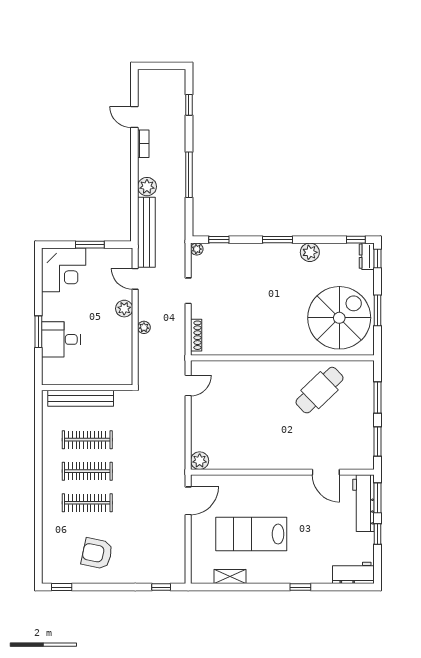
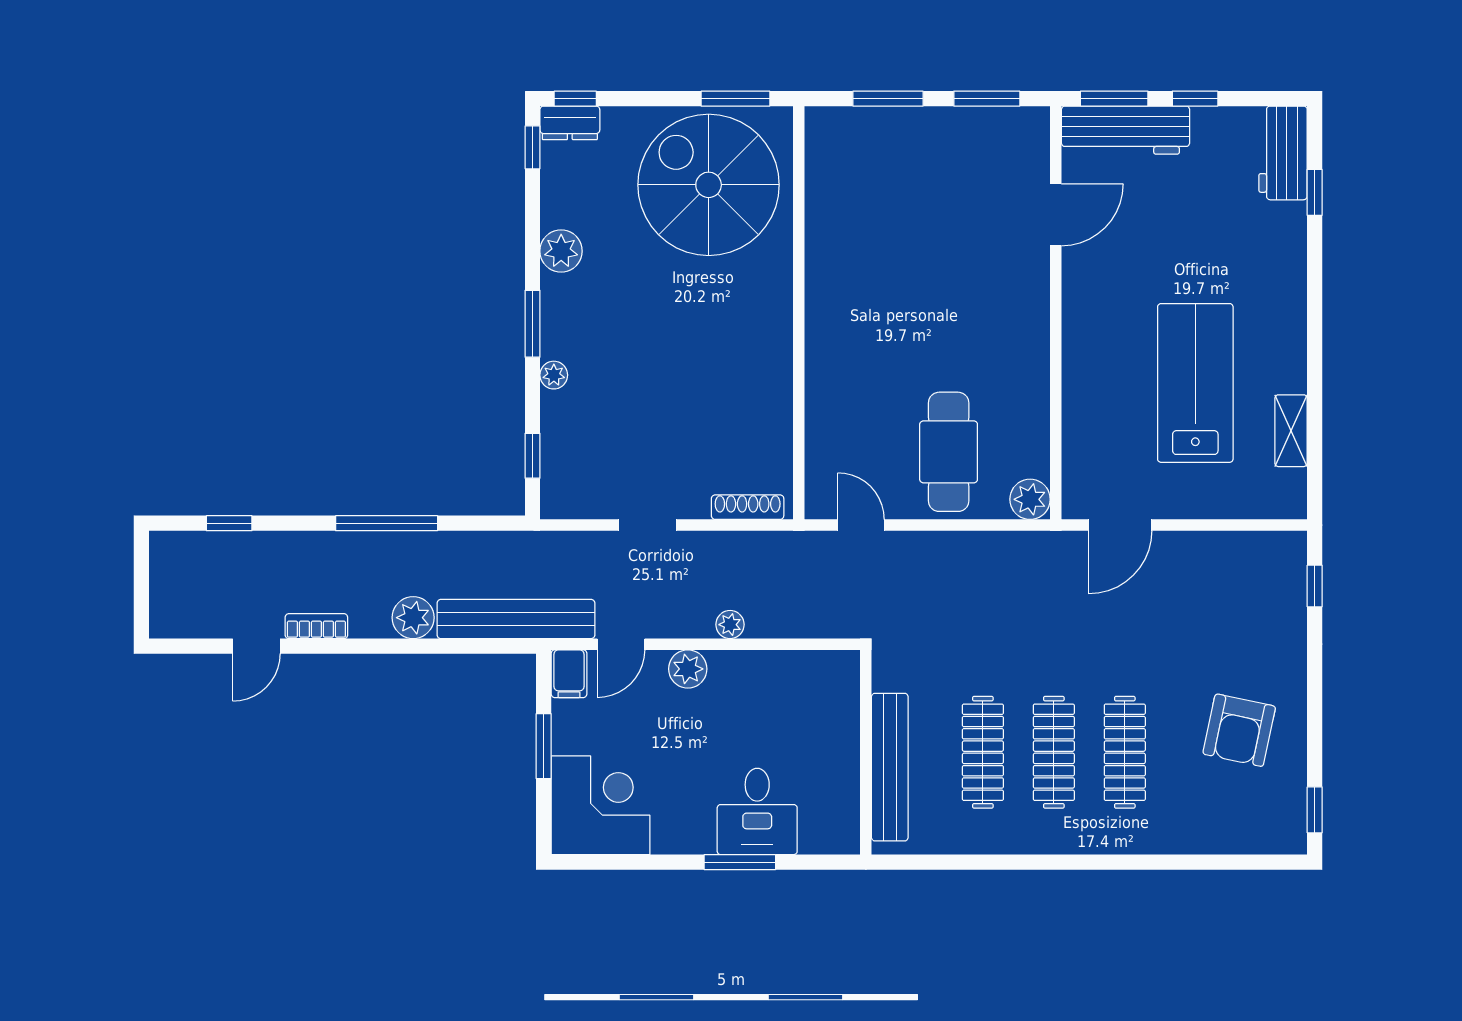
plant: (197, 249) -> (554, 375), moved
filing cabinet: (122, 256) -> (569, 674), added
window: (378, 310) -> (736, 99), moved
cafe table: (320, 390) -> (949, 452), moved, turned 44
door: (188, 501) -> (1120, 525), swing flipped
lab bench: (251, 534) -> (1195, 383), turned 180
window: (300, 587) -> (1315, 192), moved

